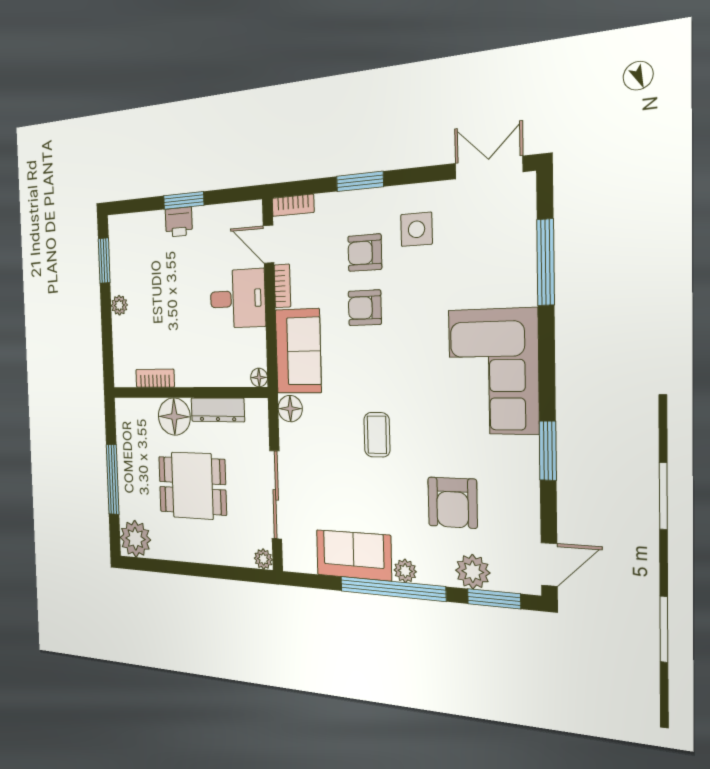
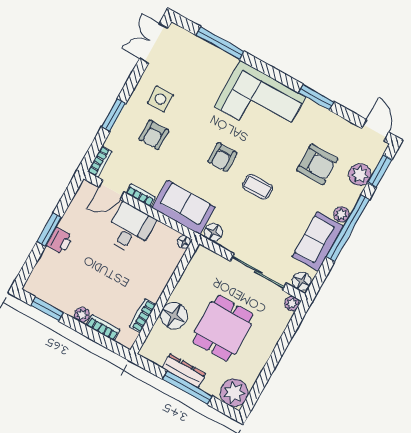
armchair: (365, 308) -> (222, 157), moved
bookcase: (120, 339) -> (103, 328), added
dresser: (218, 410) -> (184, 371), moved, turned -90
floor lamp: (295, 559) -> (302, 281), added

